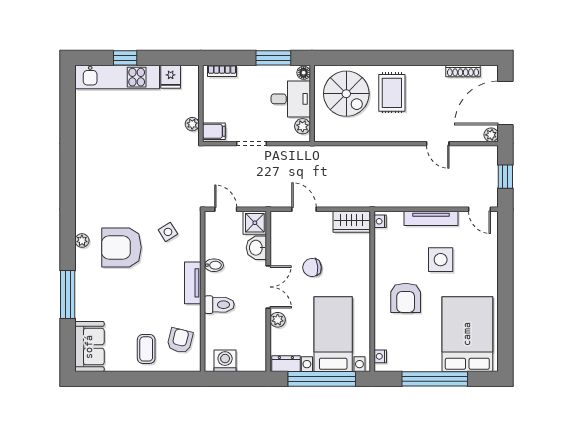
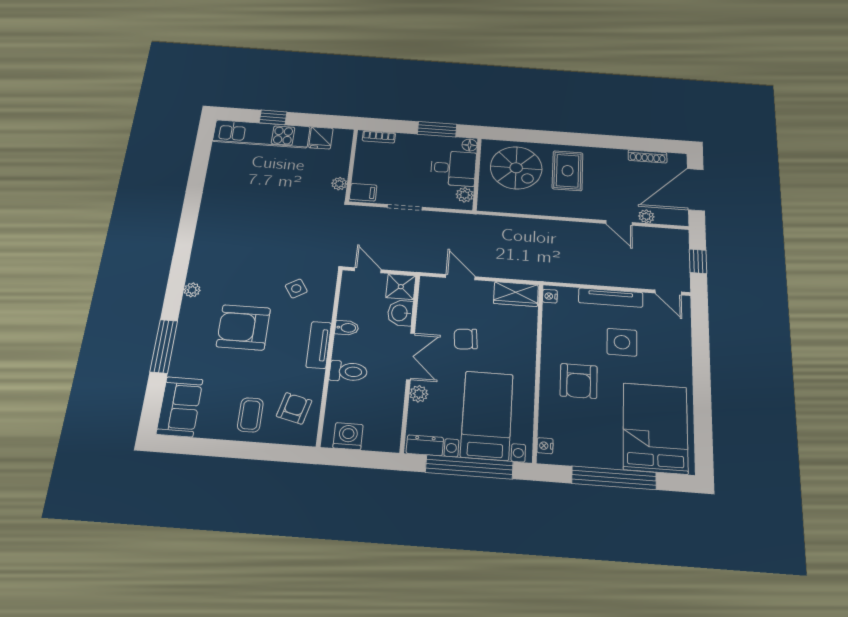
plant: (491, 135) -> (646, 216), moved
armchair: (121, 247) -> (243, 327), moved

